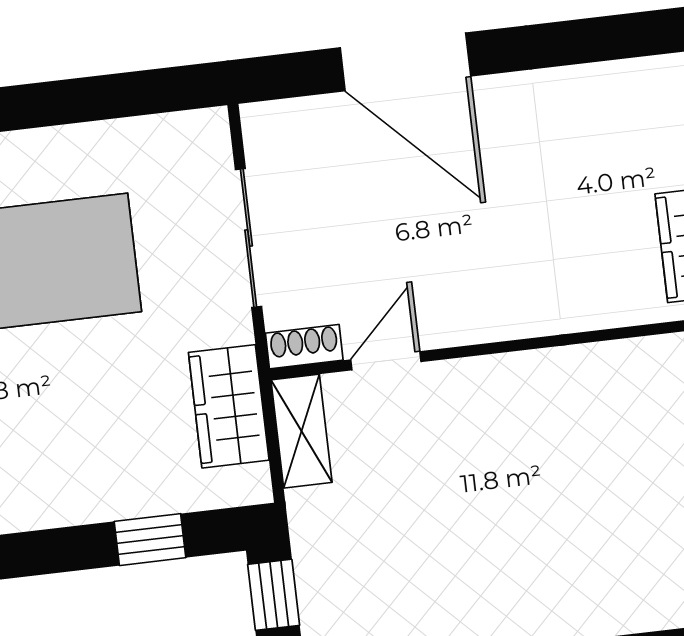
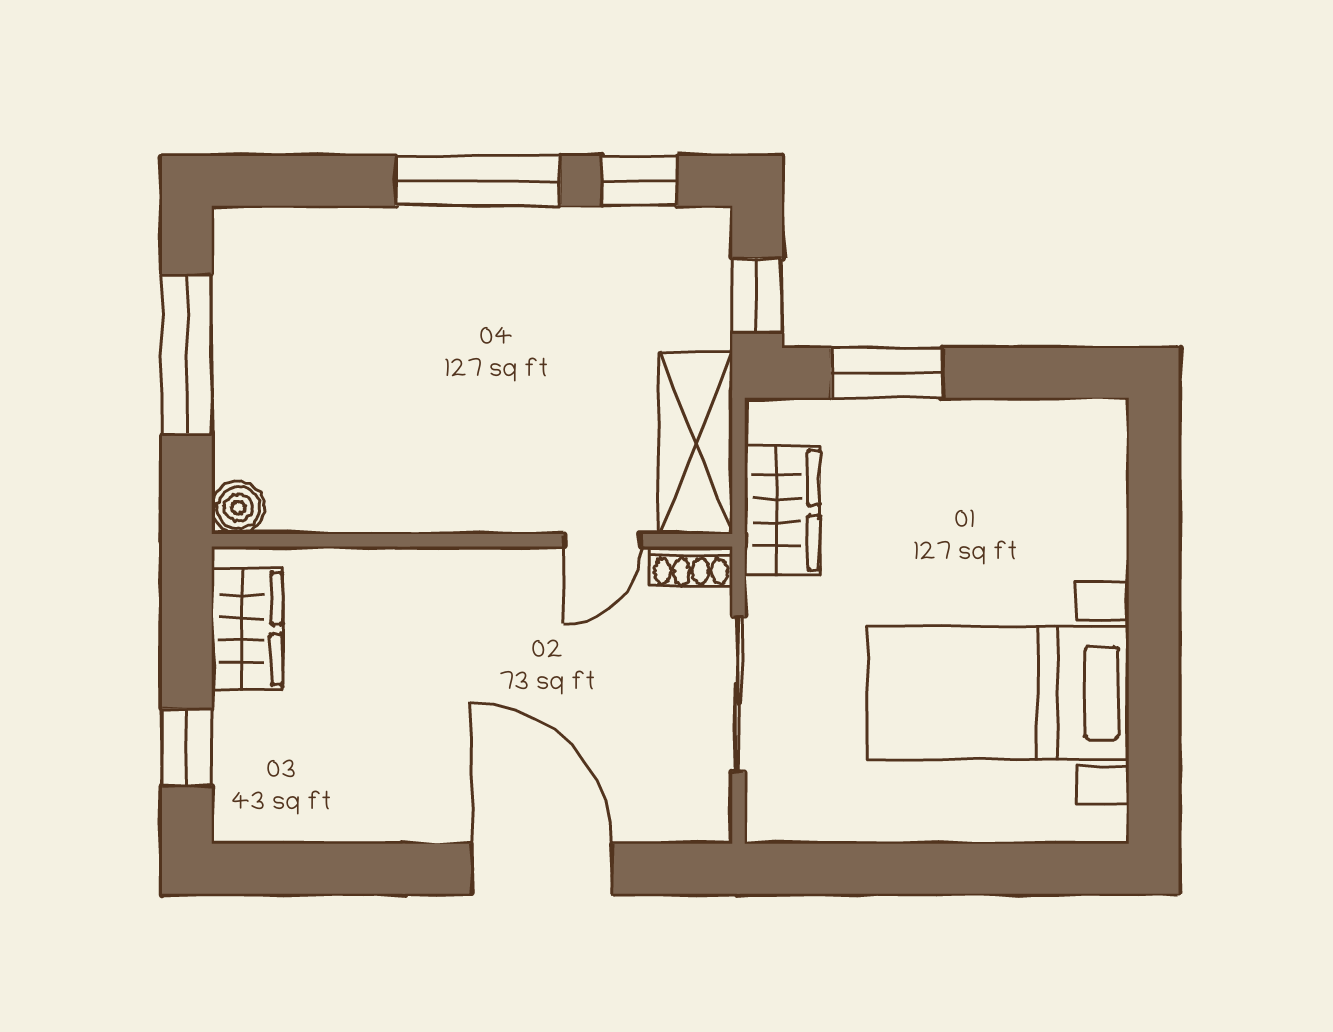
shelving: (301, 431) -> (696, 443), width x1.50, depth x1.33
window: (150, 540) -> (887, 373), width x1.50

